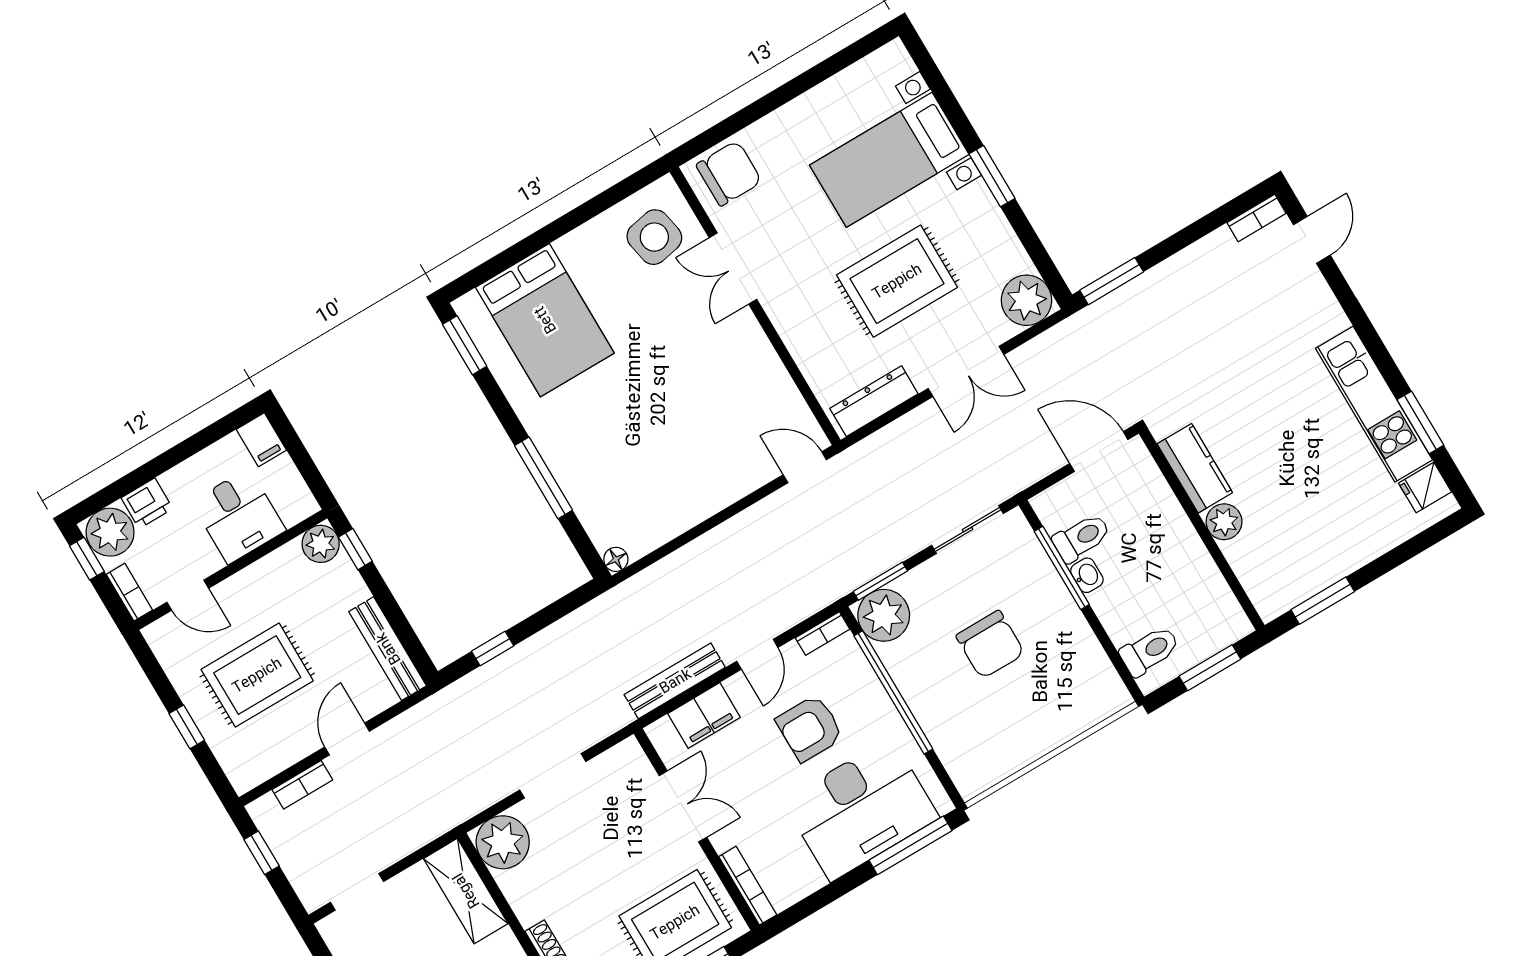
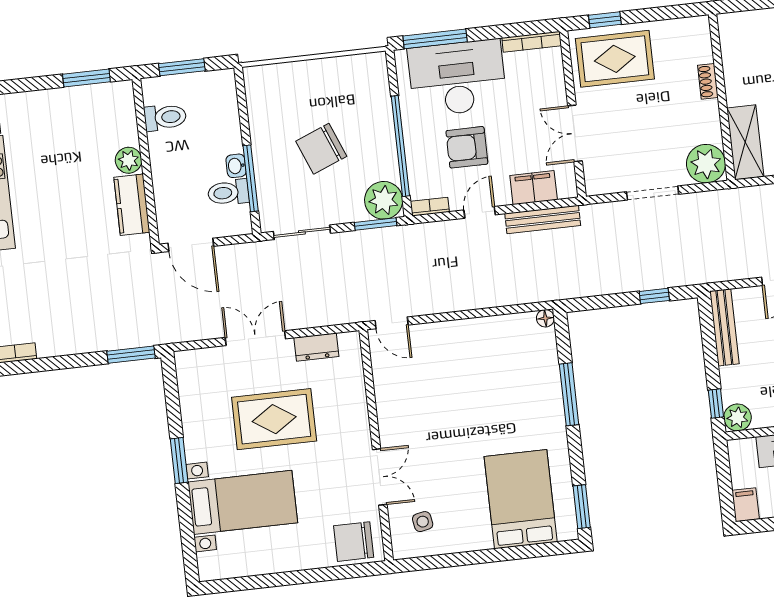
side table: (654, 237) -> (423, 522), width x0.54, depth x0.54
plant: (1027, 300) -> (194, 367), removed
dresser: (874, 401) -> (316, 347), width x0.70
chair: (990, 645) -> (321, 149), turned -112
toilet: (1150, 651) -> (165, 117), moved, turned 180
armchair: (810, 728) -> (467, 147), turned 180
bookcase: (748, 886) -> (532, 42), moved, turned -90

